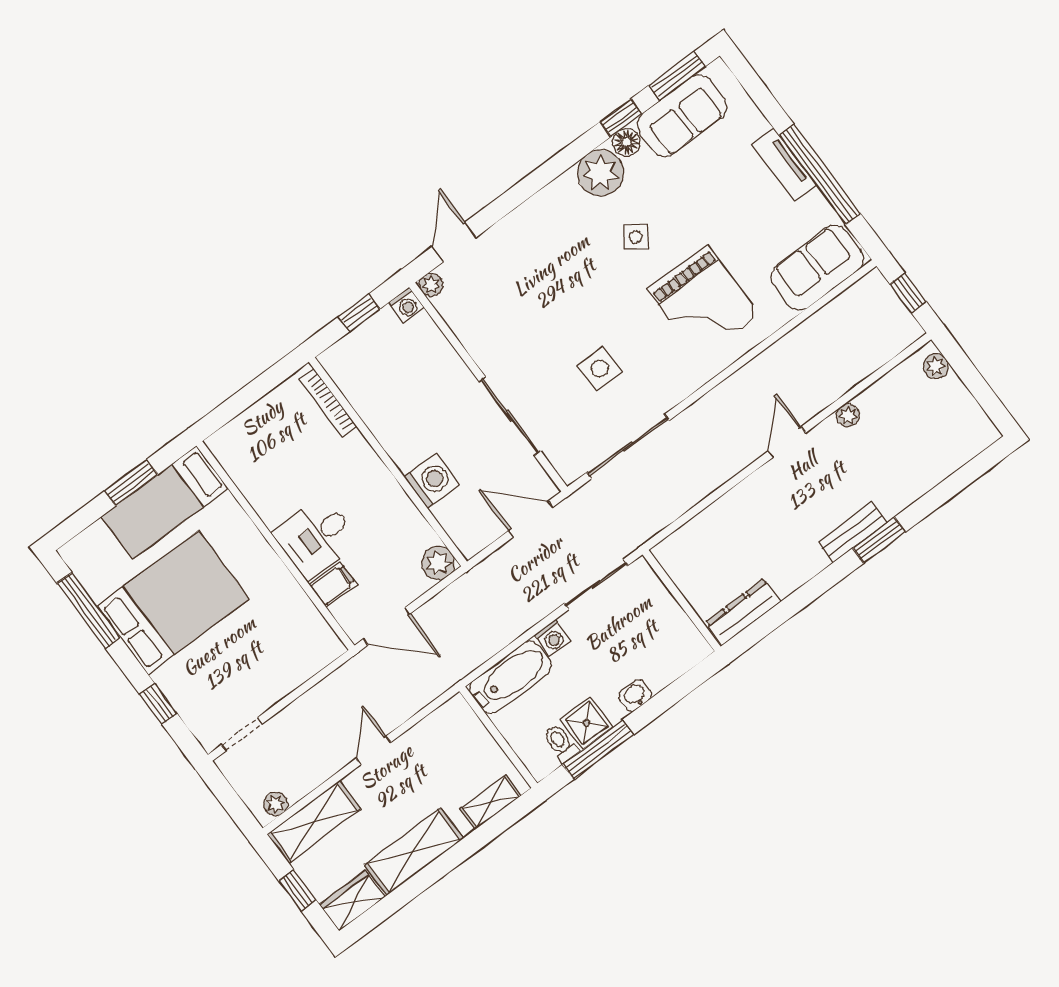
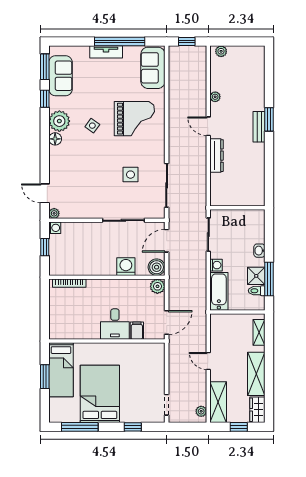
floor lamp: (626, 142) -> (55, 139), moved
boiler: (471, 536) -> (157, 267), added
dresser: (743, 612) -> (217, 156), moved, turned 180

